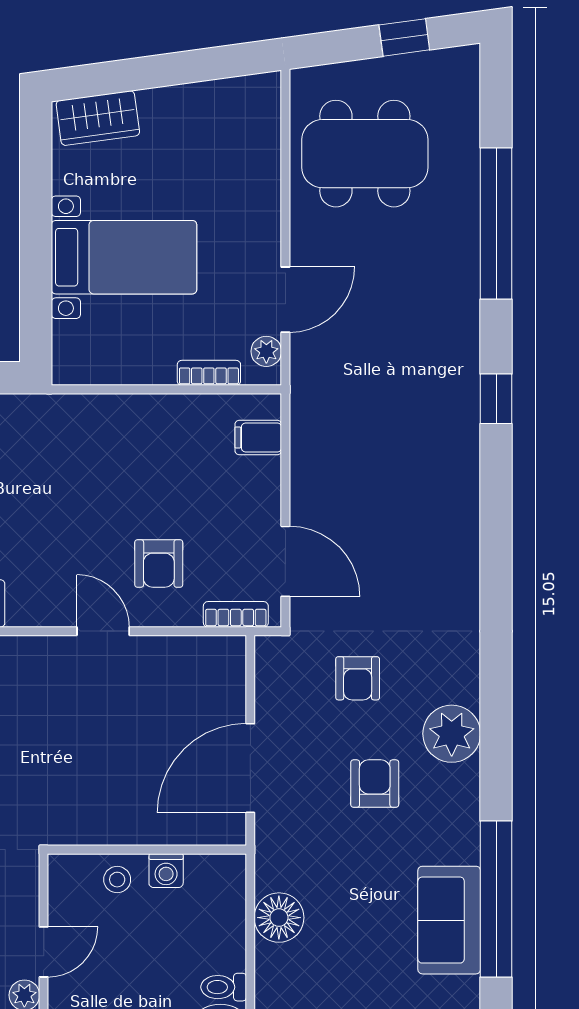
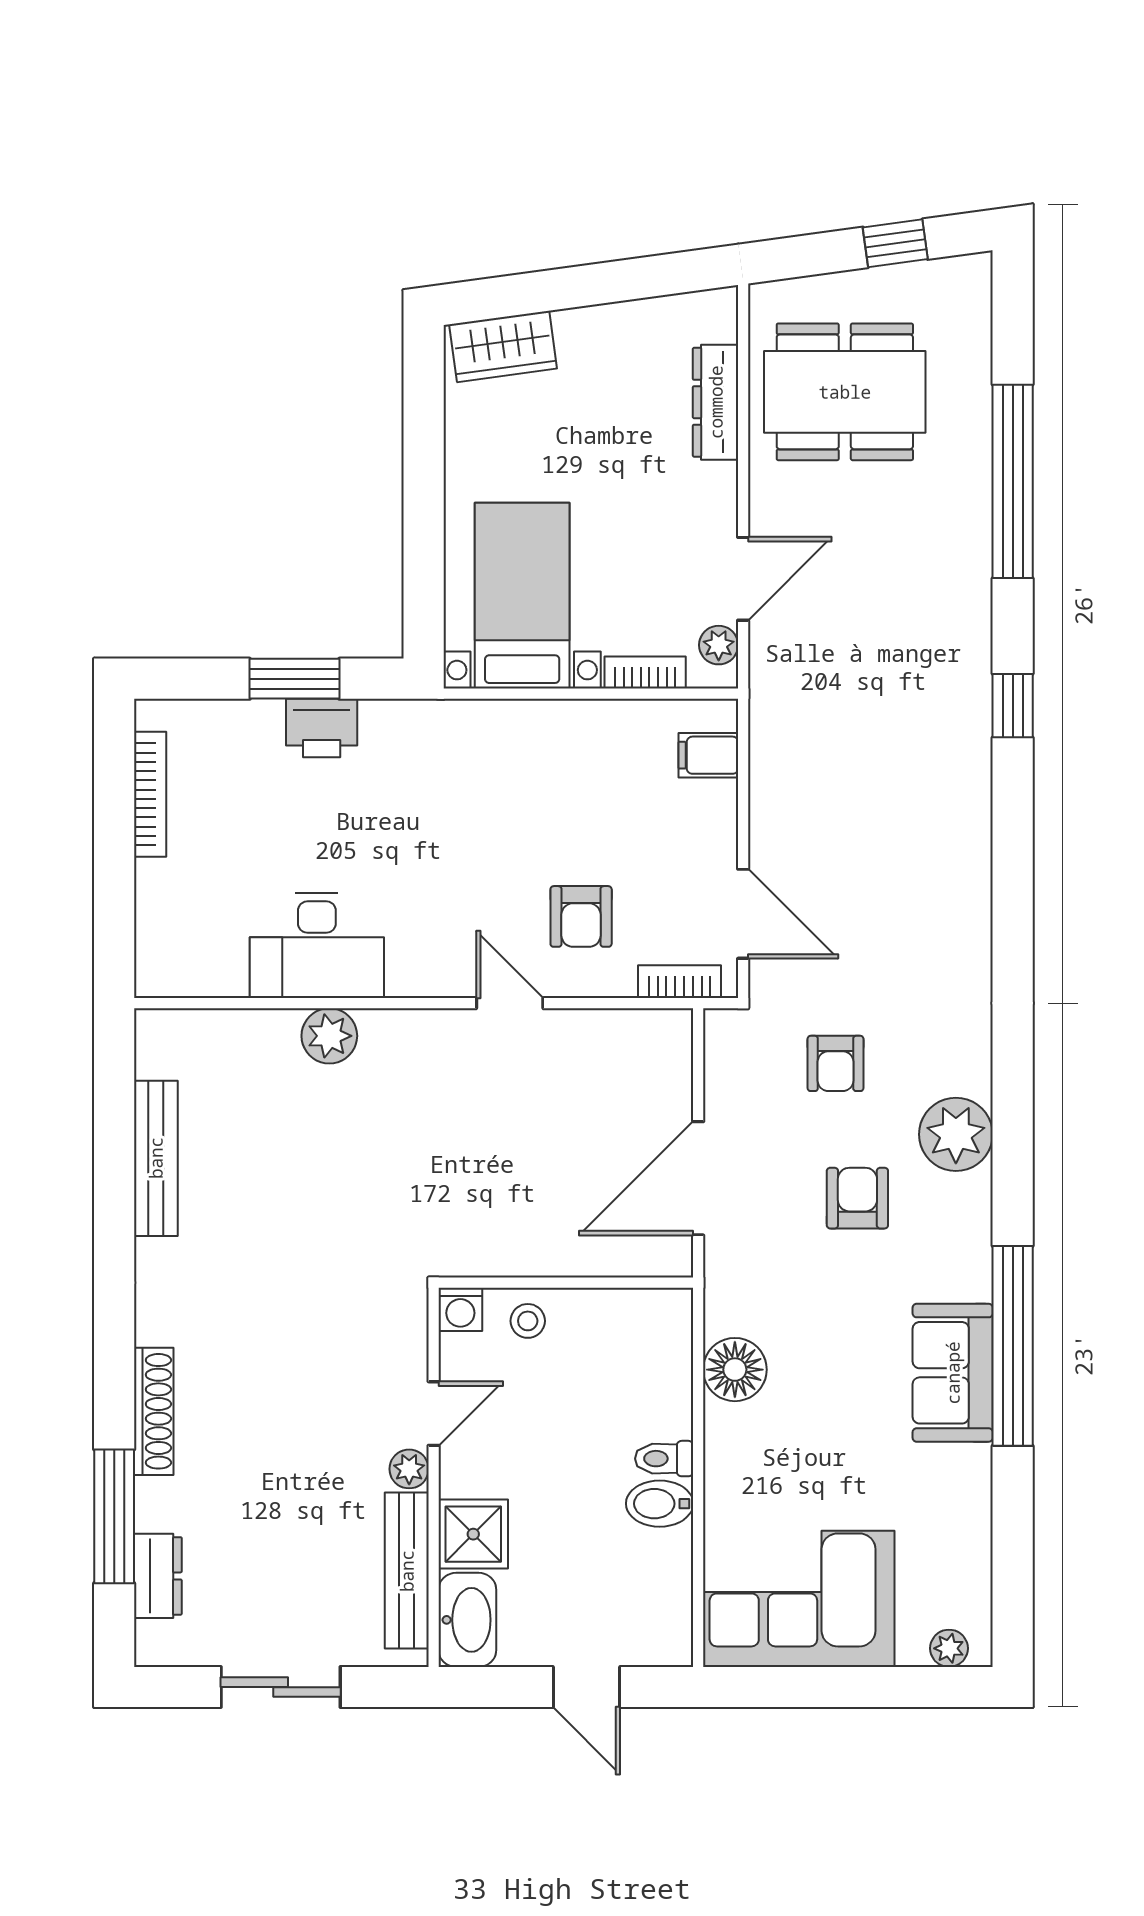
dresser: (264, 162) -> (716, 402), added
bed with nightstands: (124, 257) -> (522, 596), moved, turned -90
washing machine: (166, 871) -> (460, 1309), moved

